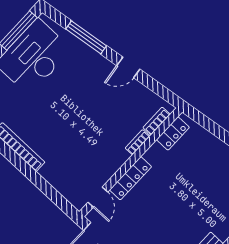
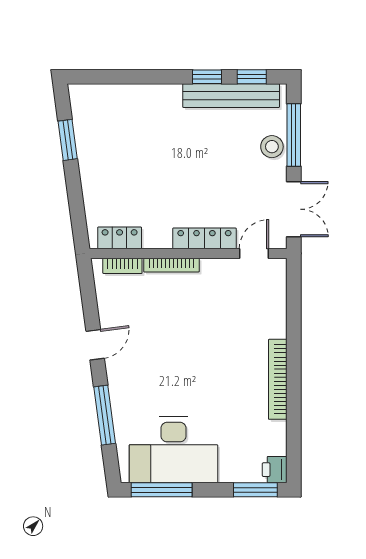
door: (128, 67) -> (95, 345), hinge flipped
bookcase: (138, 142) -> (171, 265), width x1.56

